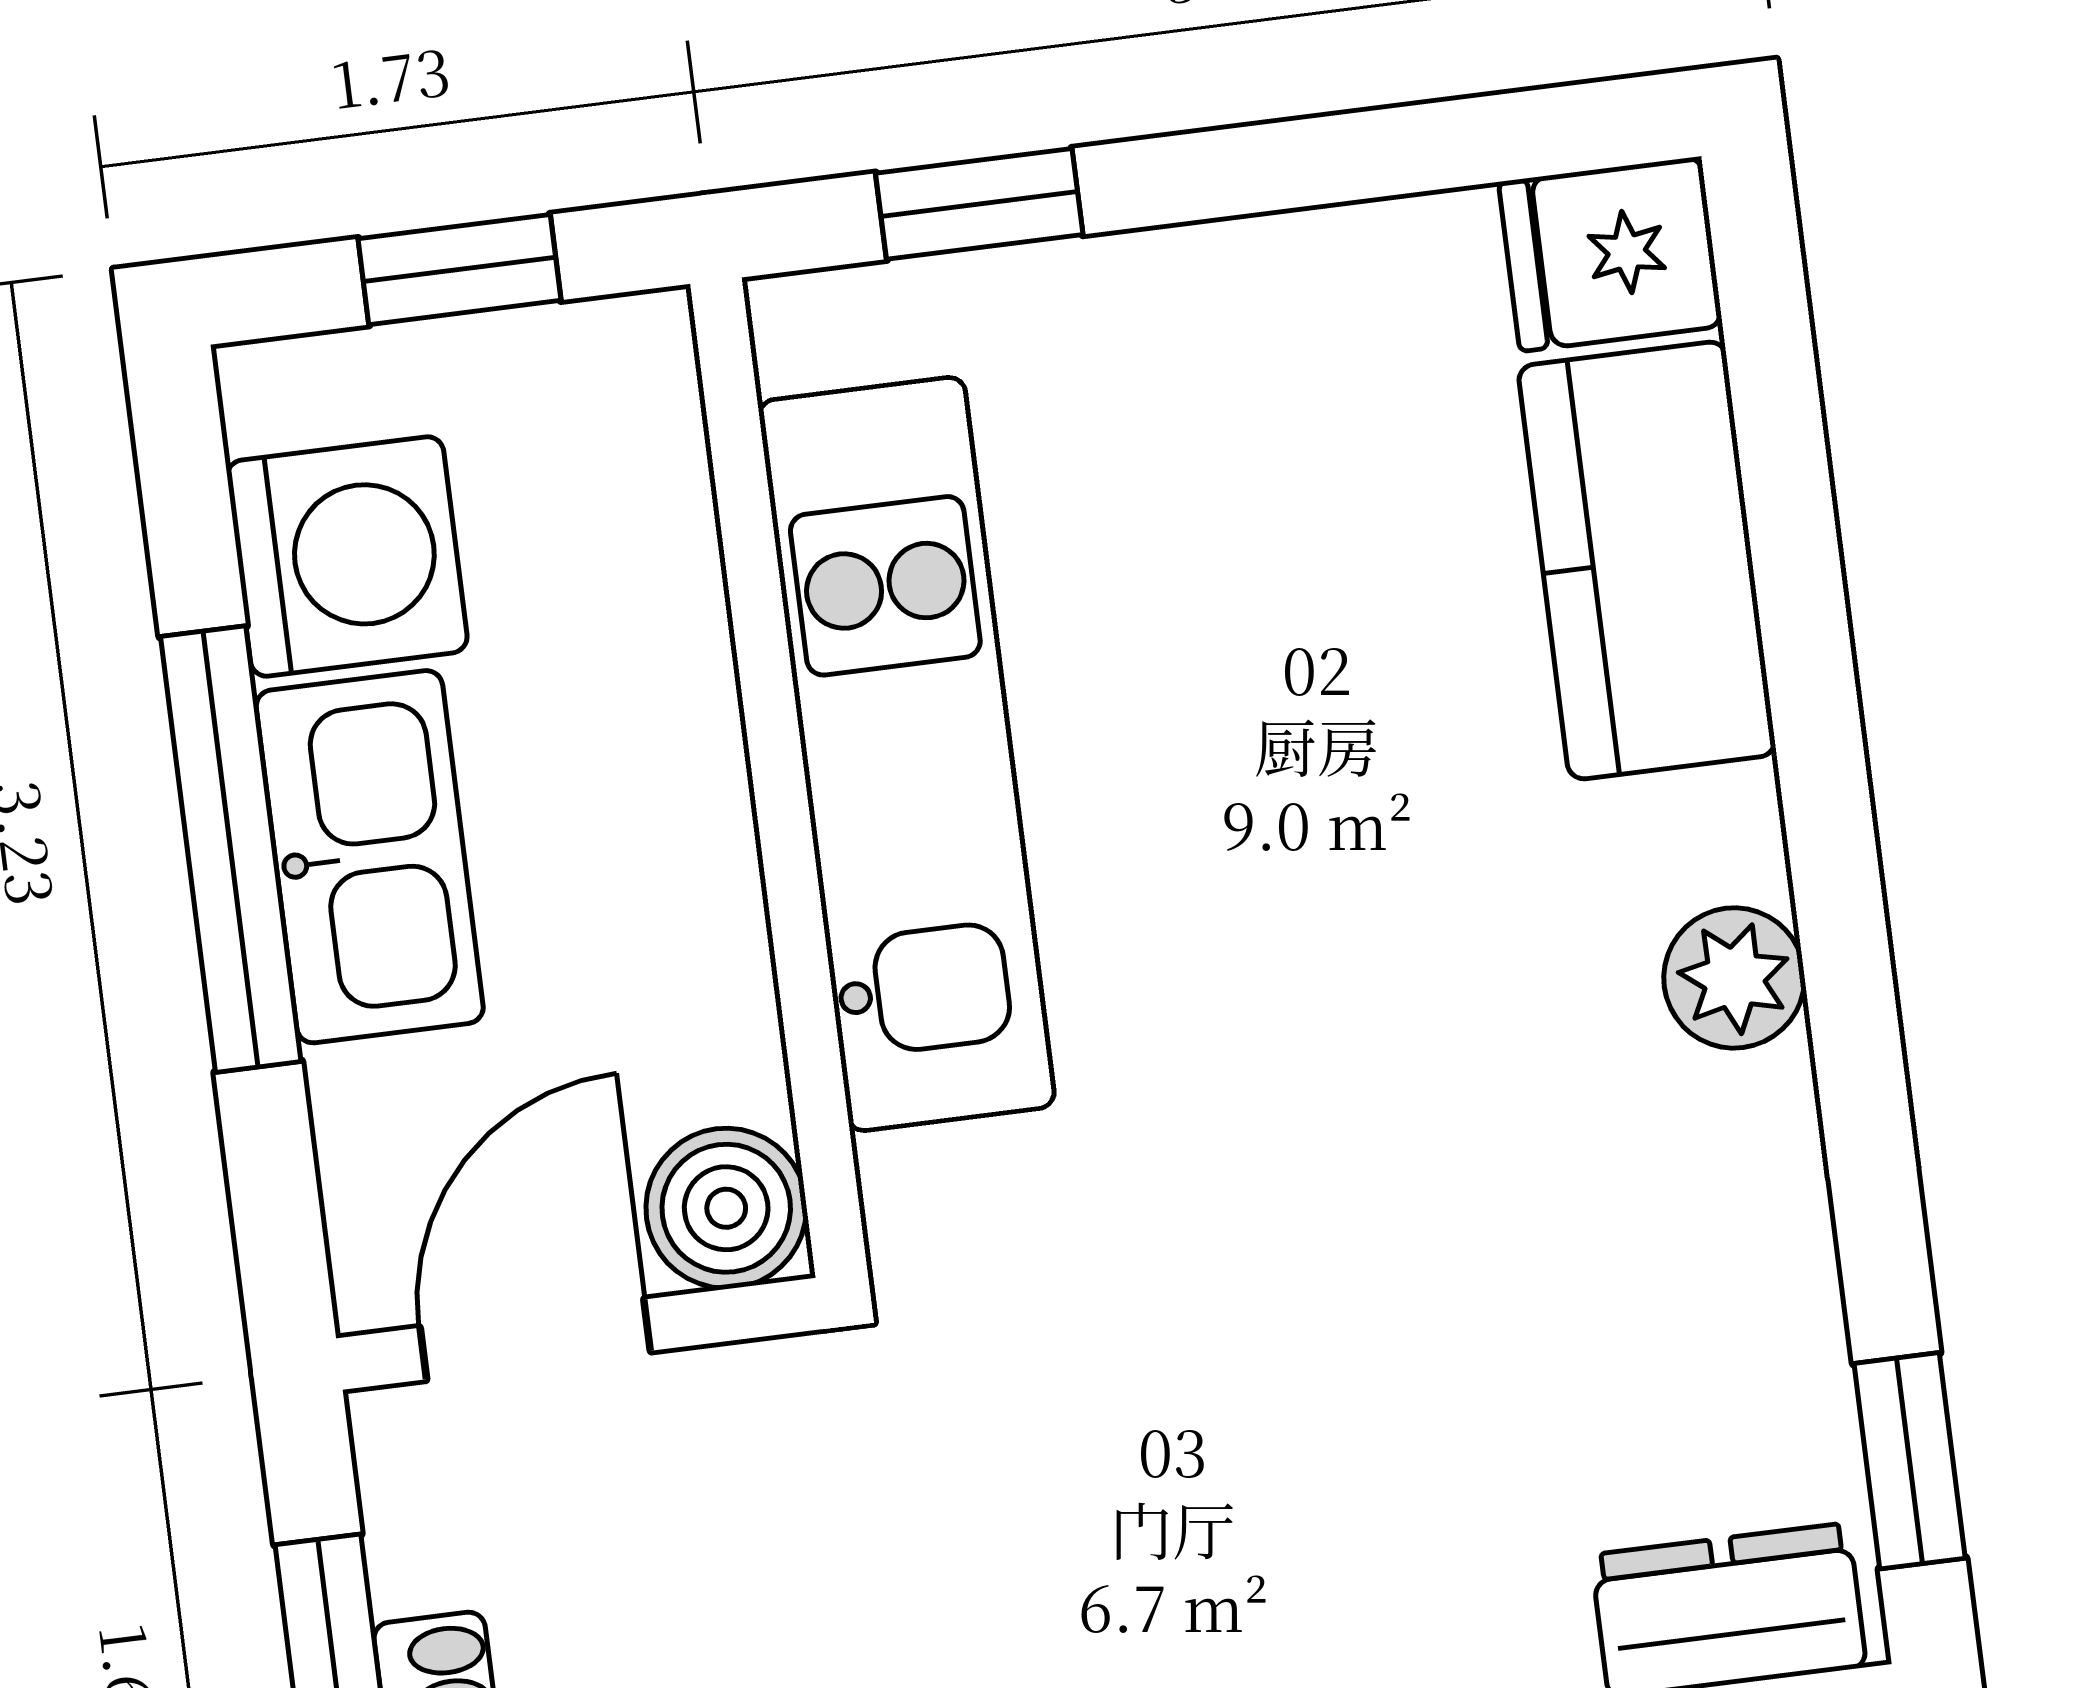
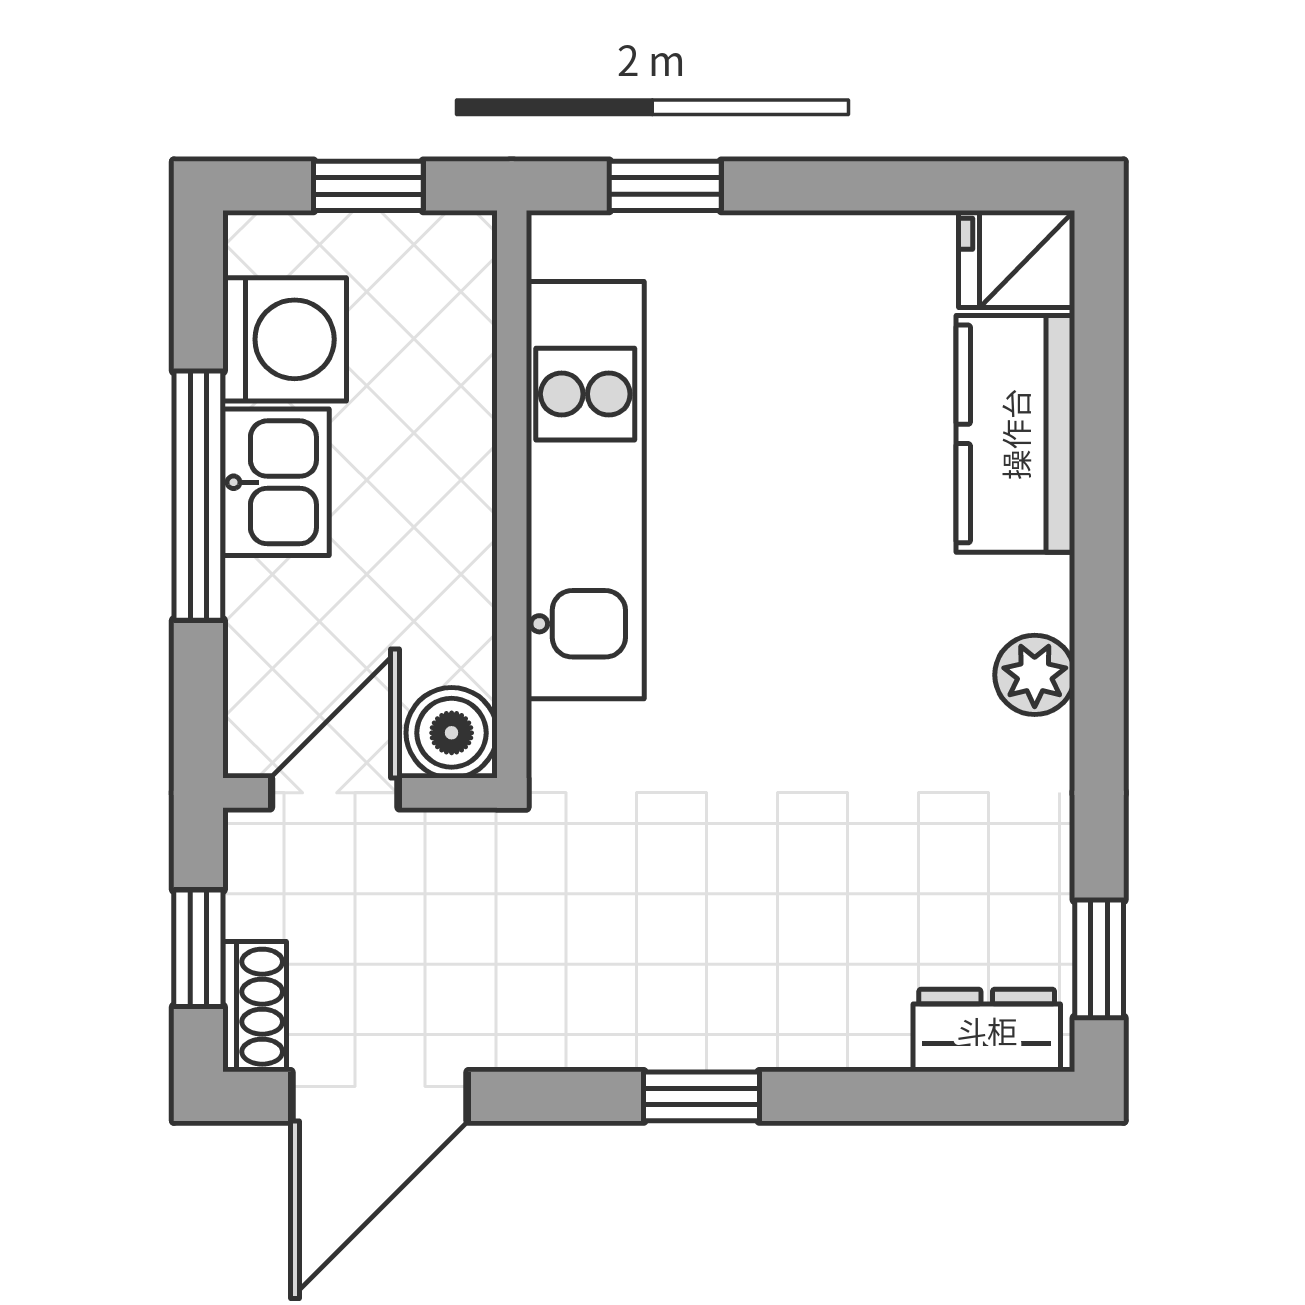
kitchen sink: (370, 857) -> (276, 482), width x0.73

